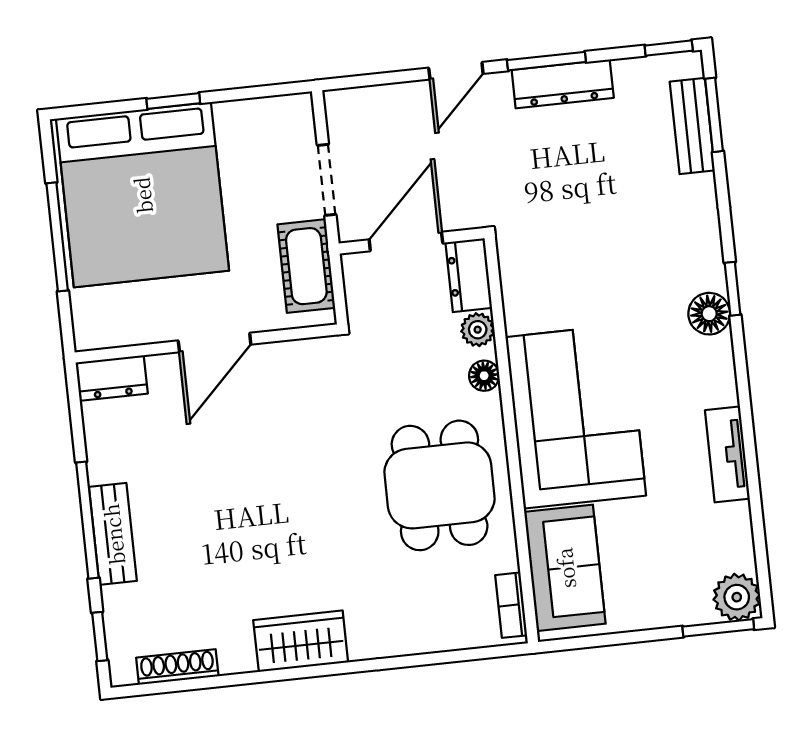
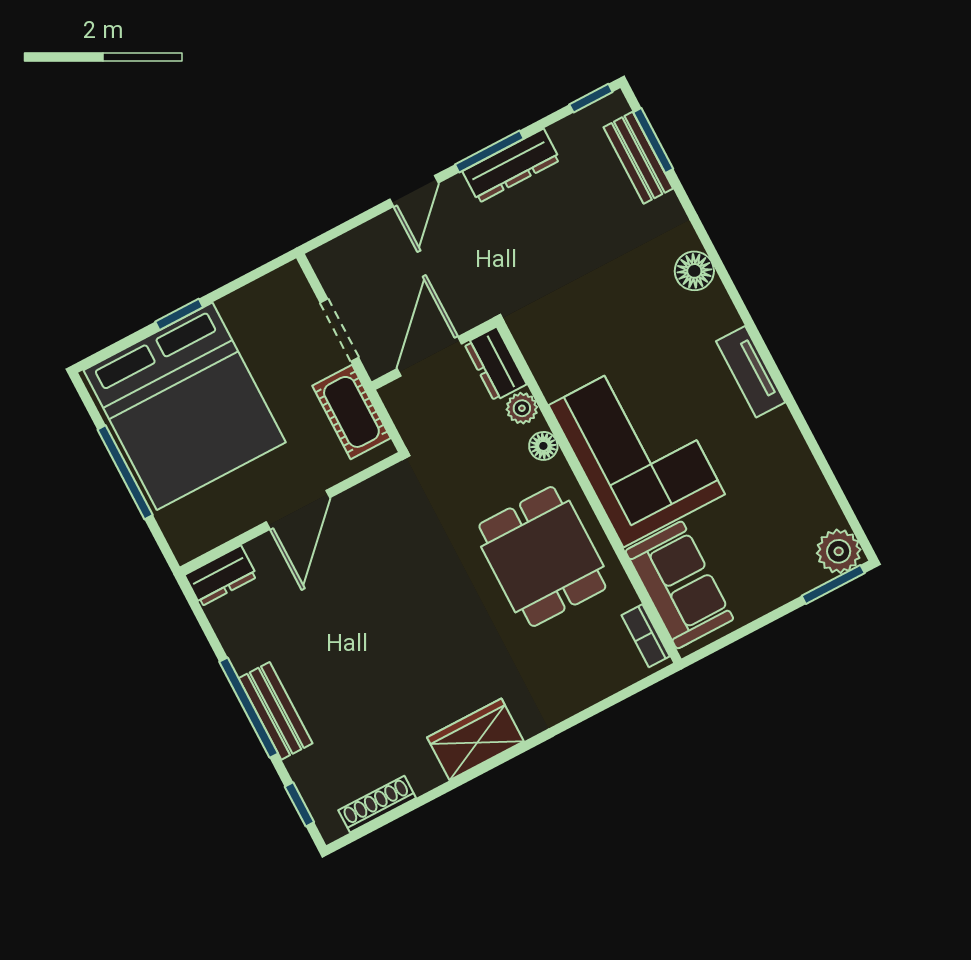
window: (733, 289) -> (729, 285), removed
floor lamp: (709, 314) -> (694, 271), moved
tv unit: (727, 454) -> (751, 372), moved

